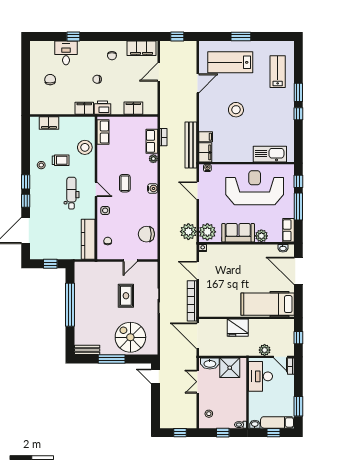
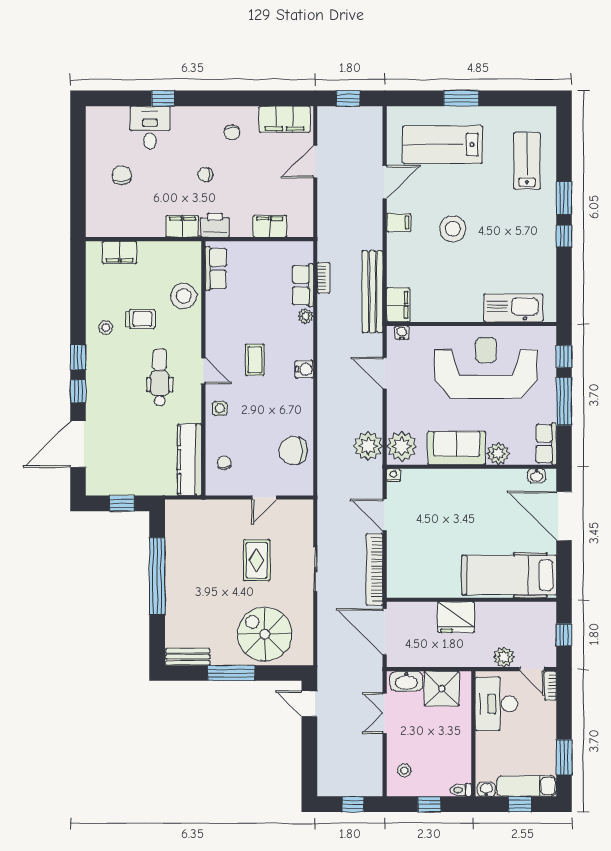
filing cabinet: (206, 137) -> (399, 223), moved

